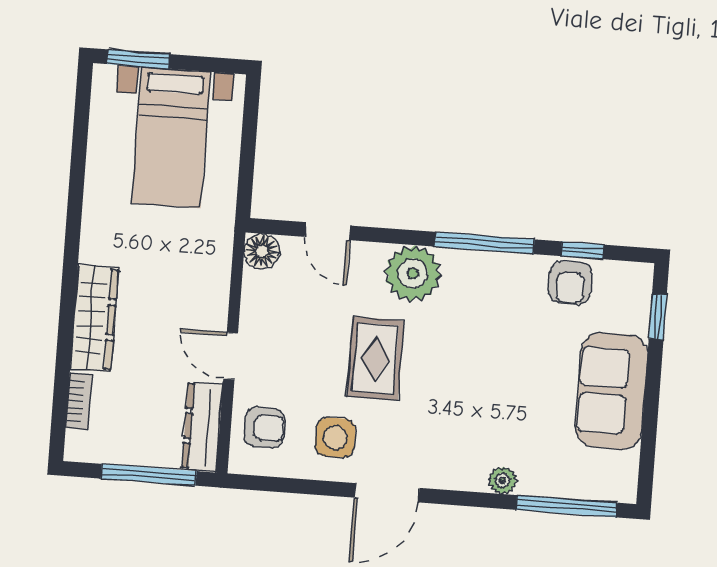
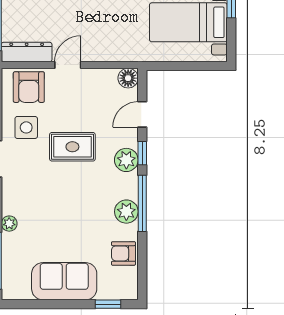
window: (582, 250) -> (142, 153), moved
plant: (497, 272) -> (126, 212), added
plant: (413, 273) -> (126, 160), width x0.73, depth x0.73
armchair: (264, 428) -> (29, 87), width x1.38, depth x1.38

